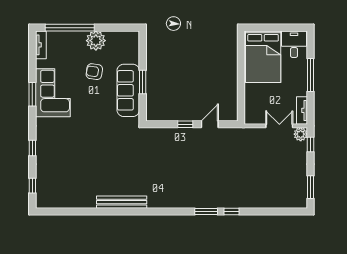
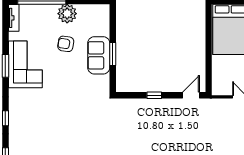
sofa: (128, 90) -> (99, 55), width x0.73
door: (210, 124) -> (191, 95), moved

